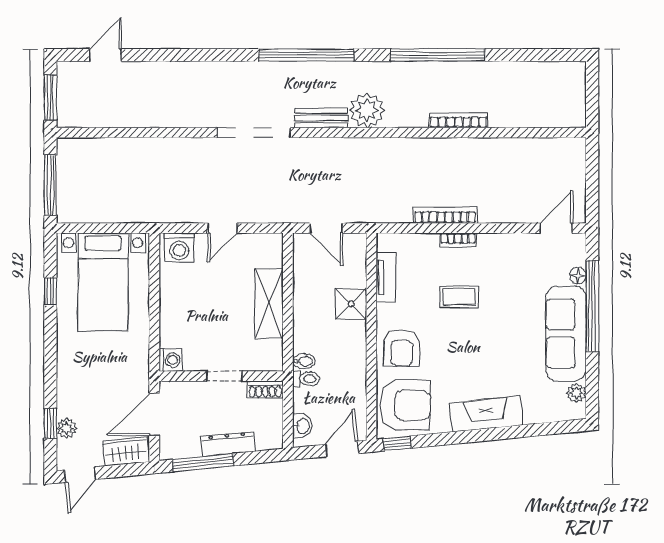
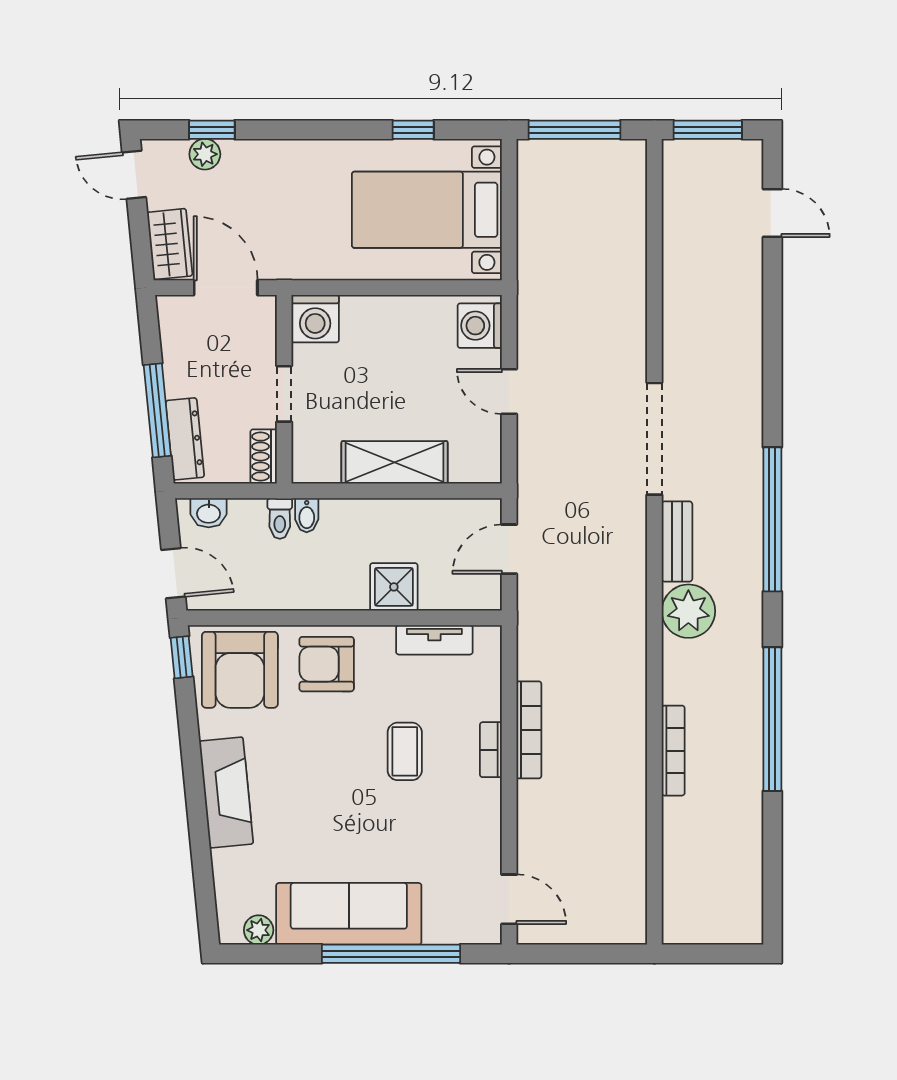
floor lamp: (578, 275) -> (437, 932), removed
washing machine: (170, 360) -> (315, 319), width x1.38, depth x1.38
dresser: (228, 444) -> (185, 439), moved
window: (203, 463) -> (157, 410), moved

